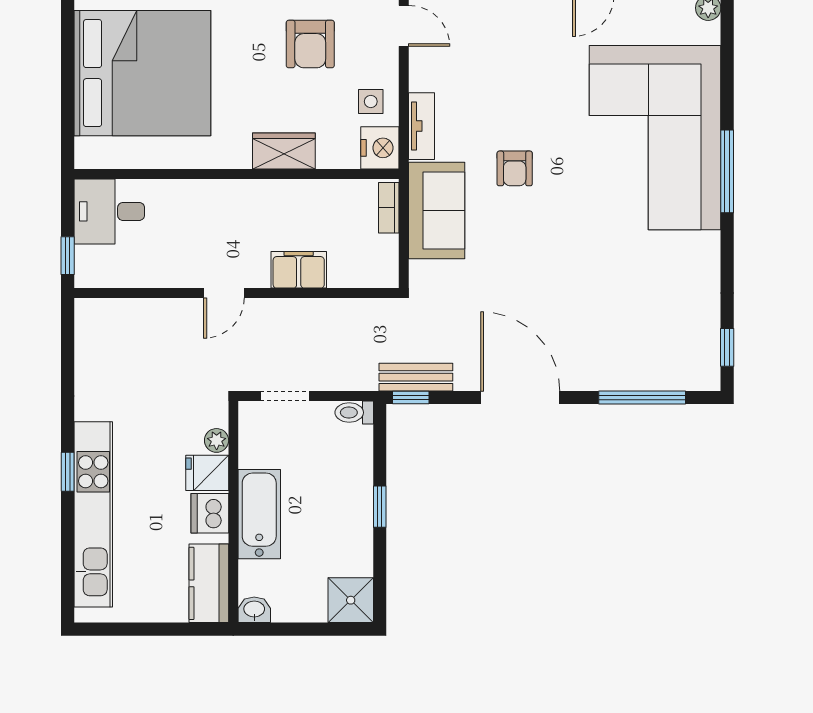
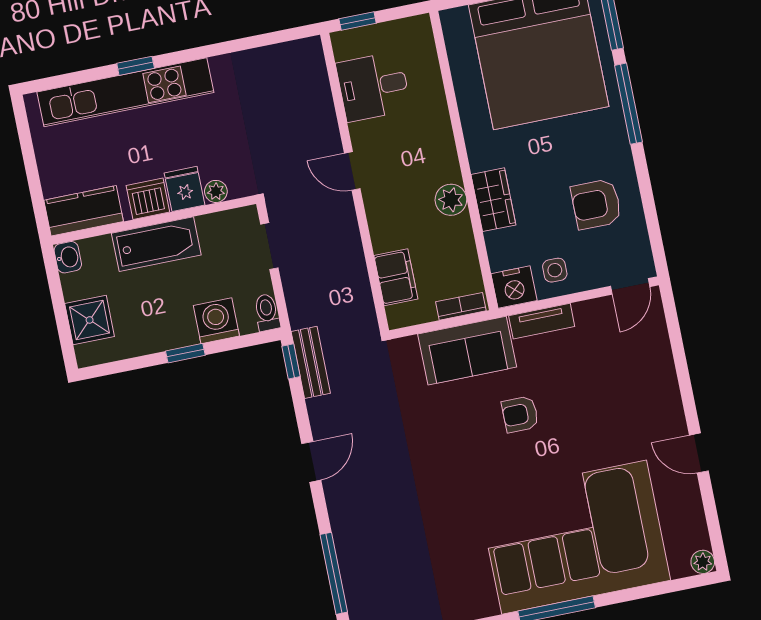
plant: (275, 196) -> (451, 200), added
desk: (109, 211) -> (373, 86), moved, turned -90
filing cabinet: (299, 270) -> (396, 277), moved
door: (520, 398) -> (311, 462), width x0.53
washing machine: (352, 467) -> (216, 321), added
window: (68, 472) -> (136, 66), moved
shower: (351, 600) -> (90, 320), moved

